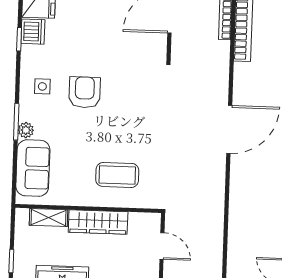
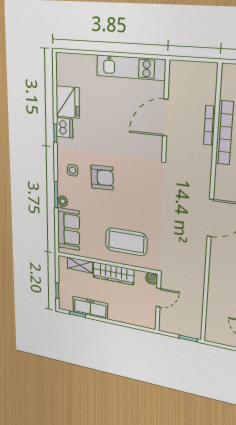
armchair: (85, 92) -> (102, 178), turned 88
coffee table: (117, 175) -> (126, 242), width x1.36, depth x1.32
boiler: (153, 221) -> (152, 278), added
door: (162, 246) -> (158, 297), hinge flipped

